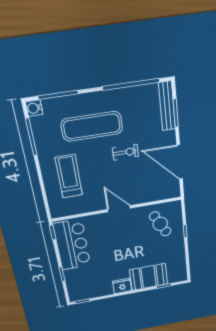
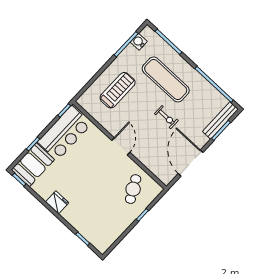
water cooler: (34, 108) -> (139, 42), moved
booth: (149, 277) -> (33, 165), moved, turned 90

